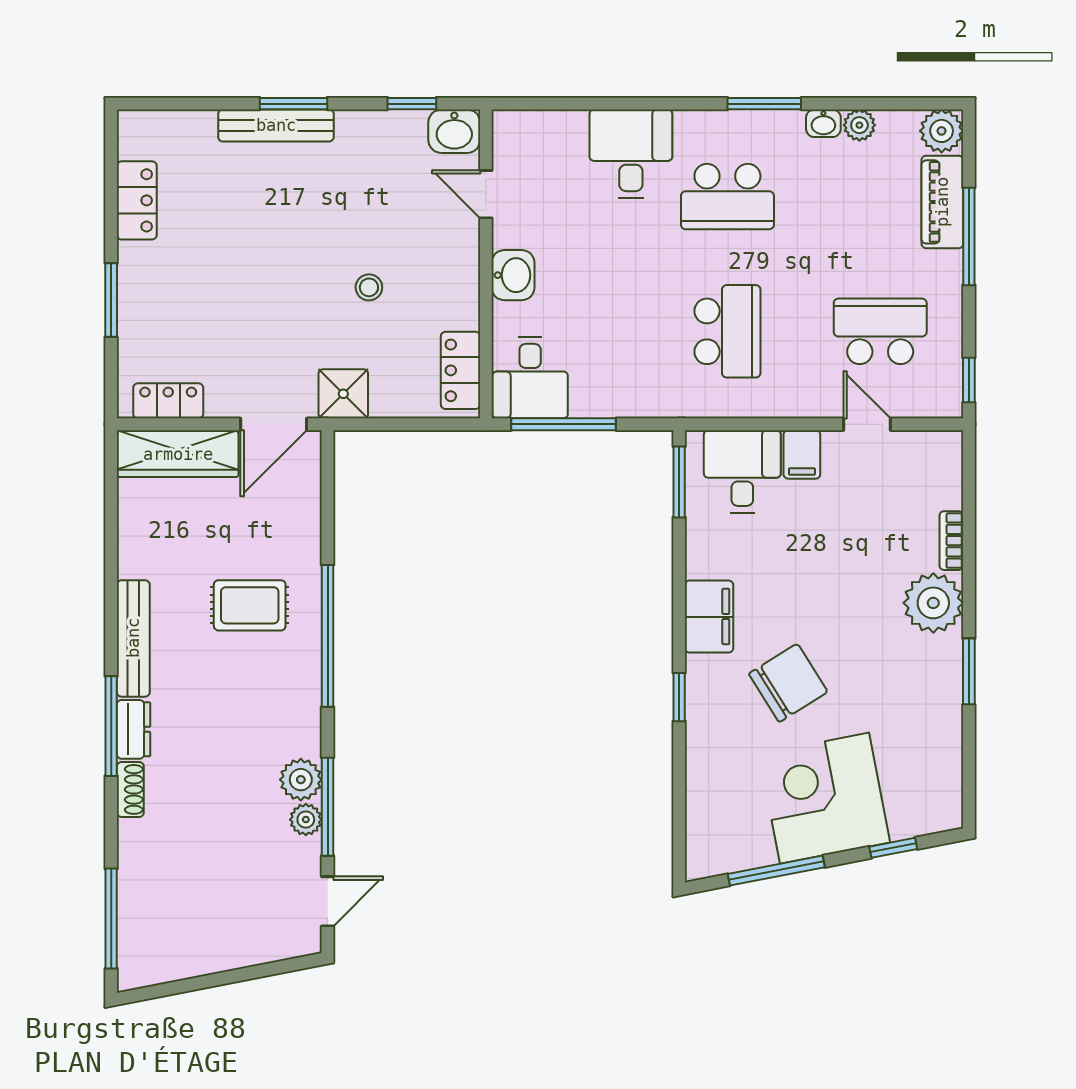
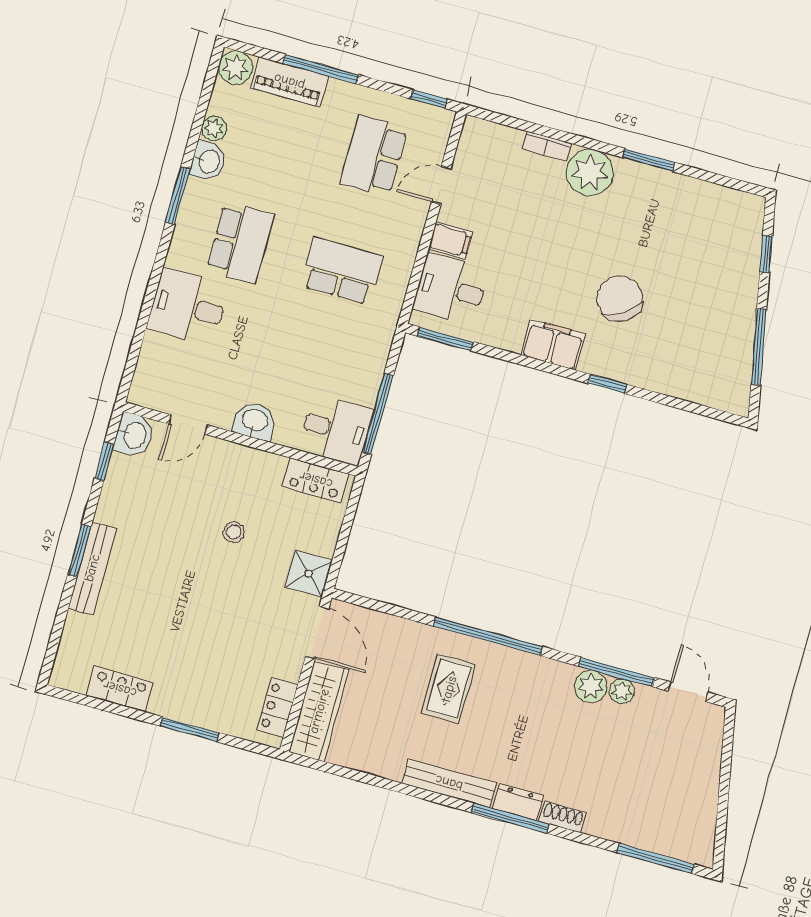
washbasin: (823, 123) -> (208, 161), width x1.38, depth x1.45
corner desk: (824, 798) -> (714, 295), removed

